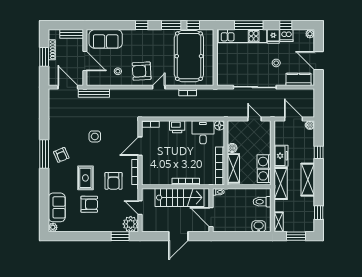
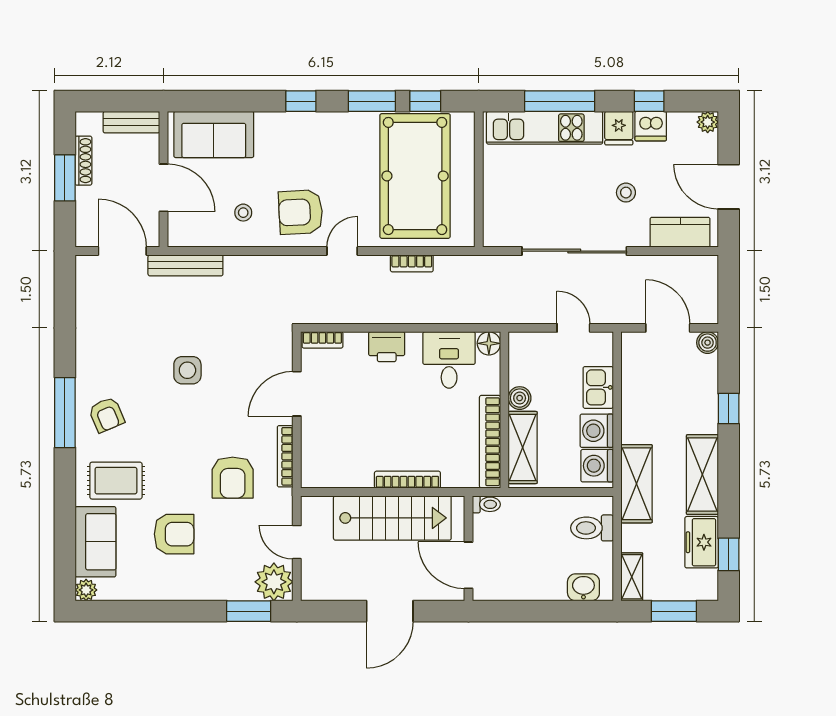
kitchen sink: (265, 144) -> (598, 387), added
freezer: (281, 156) -> (702, 542), moved, turned 180
rug: (85, 178) -> (116, 481), moved, turned 90

